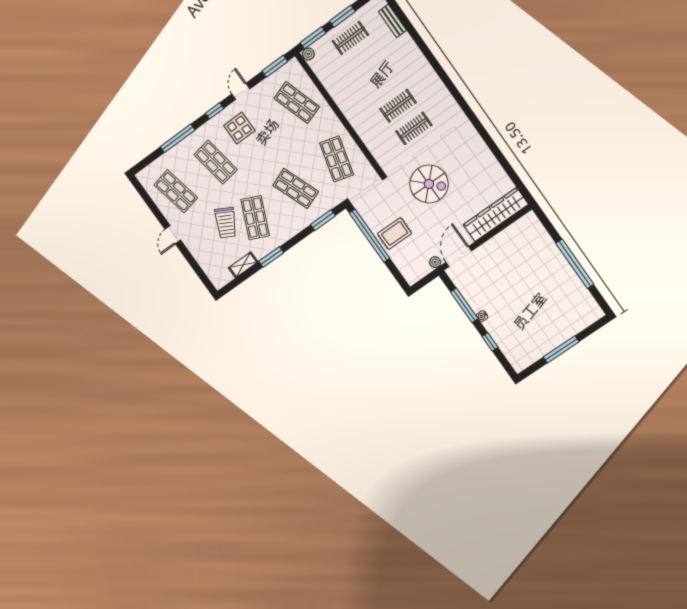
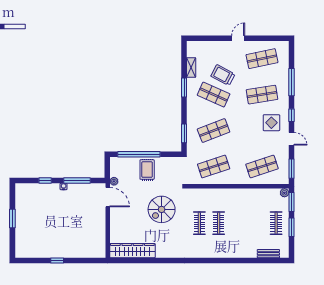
shop shelf: (337, 159) -> (214, 166), turned -33
wardrobe: (496, 214) -> (132, 251), moved, turned -90
door: (173, 235) -> (238, 38), hinge flipped
window: (370, 236) -> (139, 154), moved
window: (575, 264) -> (57, 261), width x0.32
window: (561, 349) -> (12, 219), width x0.69

